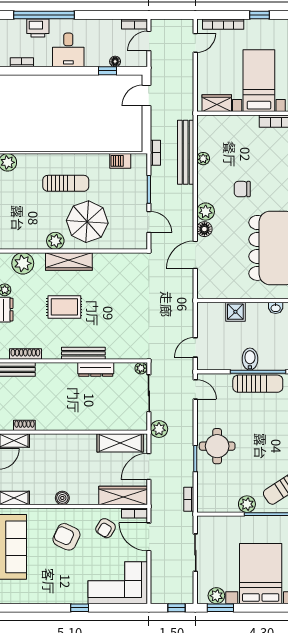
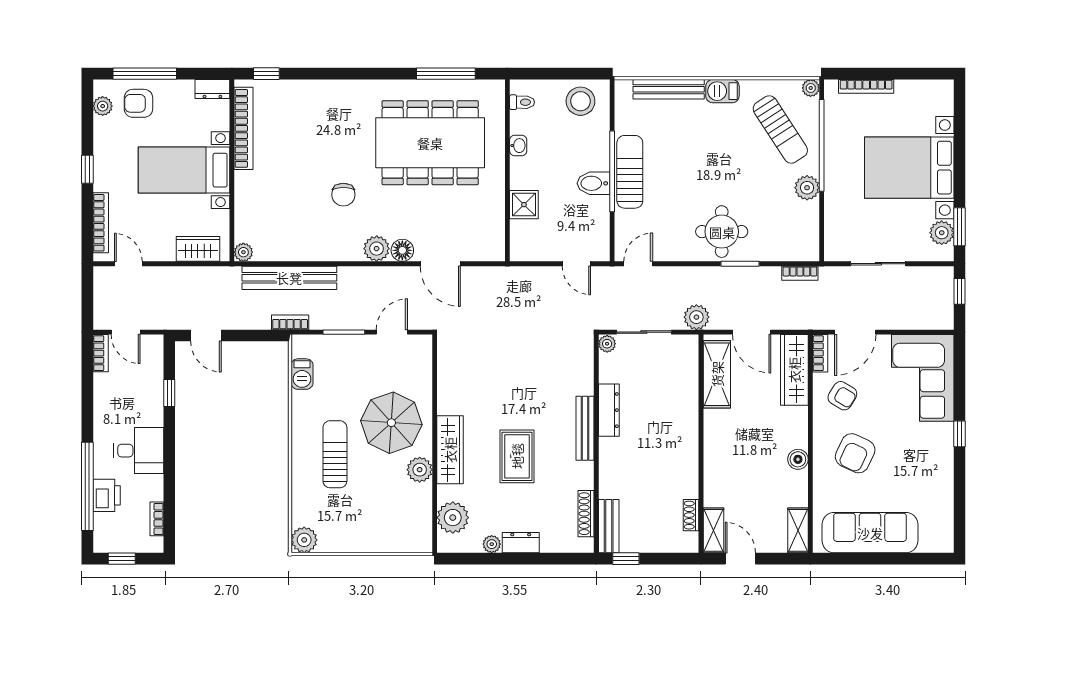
floor lamp: (115, 61) -> (156, 382), removed
wardrobe: (217, 103) -> (198, 249), moved, turned 90
plant: (203, 159) -> (243, 252), moved

